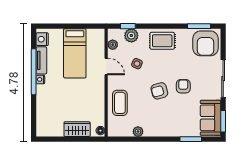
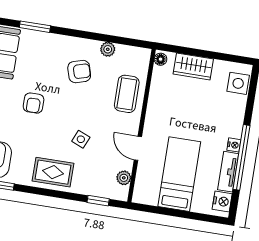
plant: (131, 35) -> (95, 187), removed
side table: (137, 64) -> (81, 139), moved
armchair: (159, 91) -> (79, 72), moved
side table: (44, 122) -> (238, 83), added

